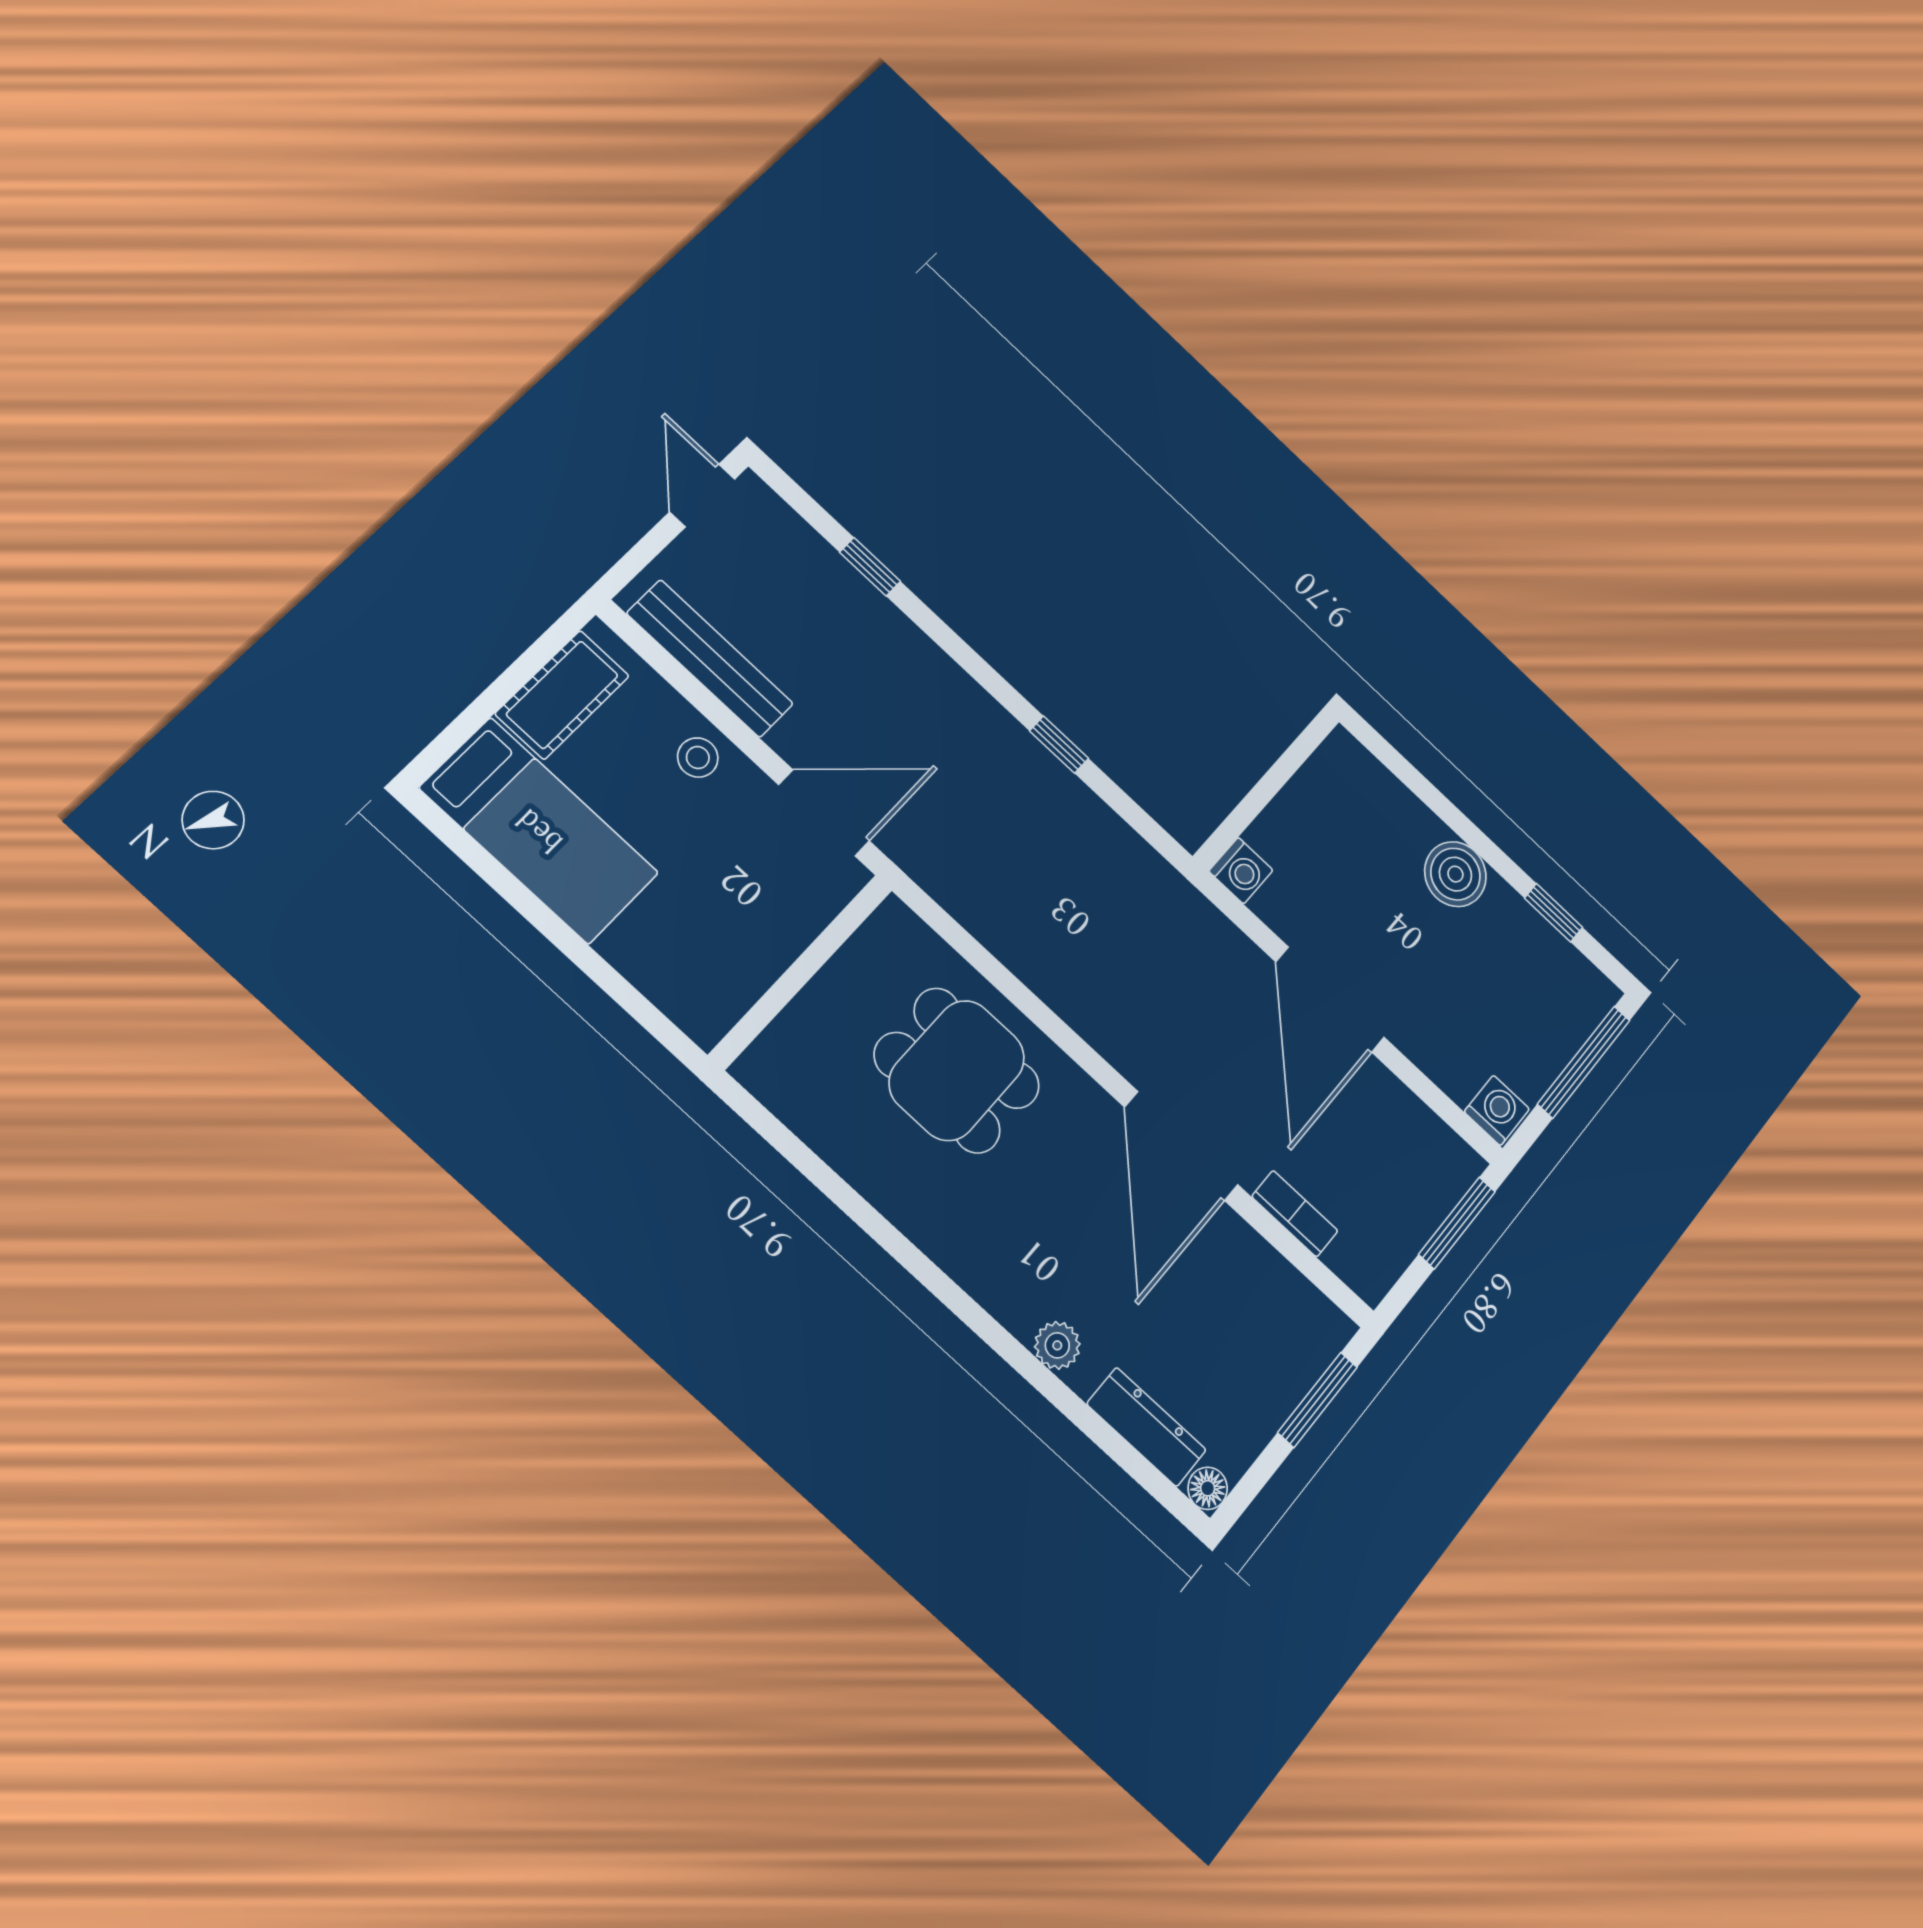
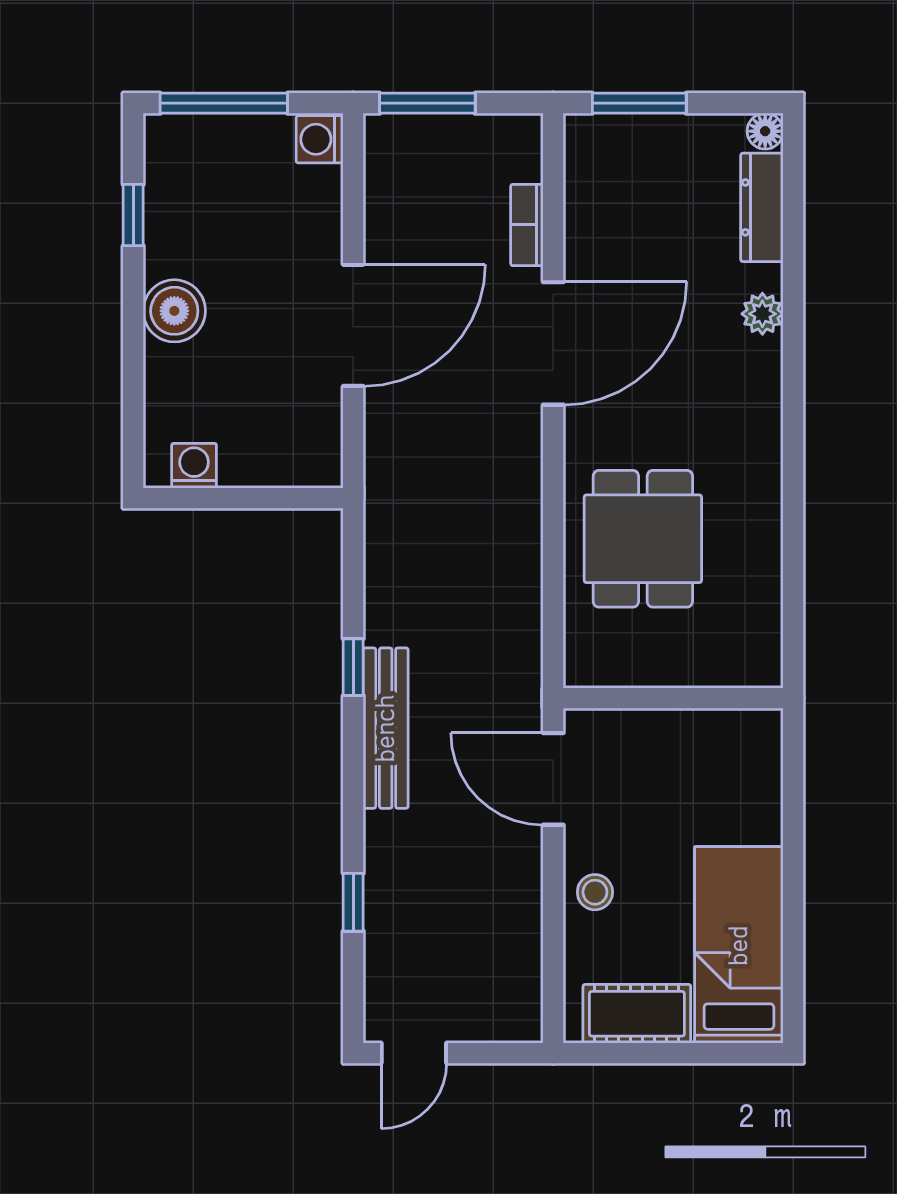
bench: (710, 659) -> (386, 728), moved
washing machine: (1241, 871) -> (194, 466), moved

